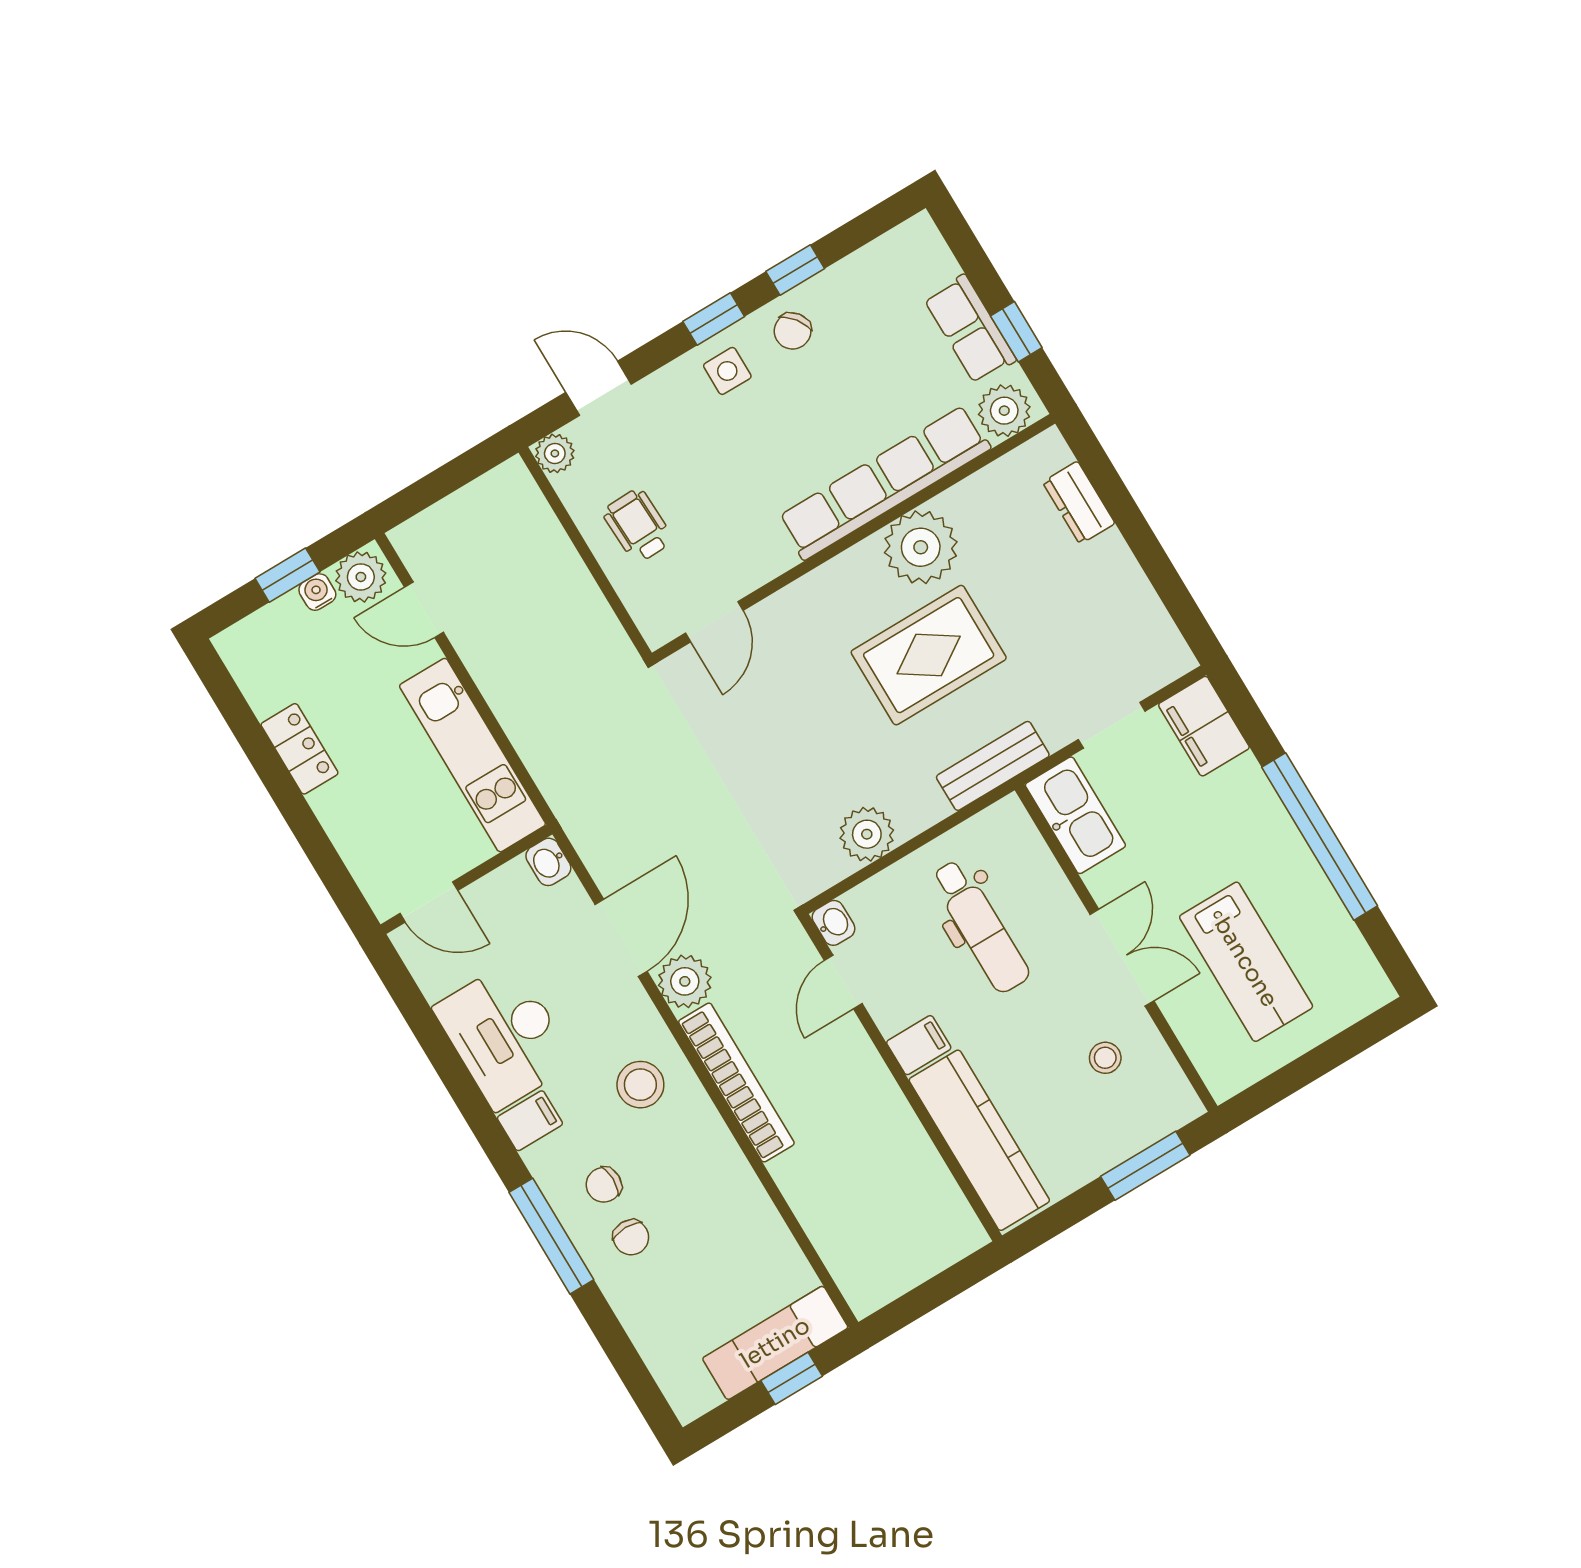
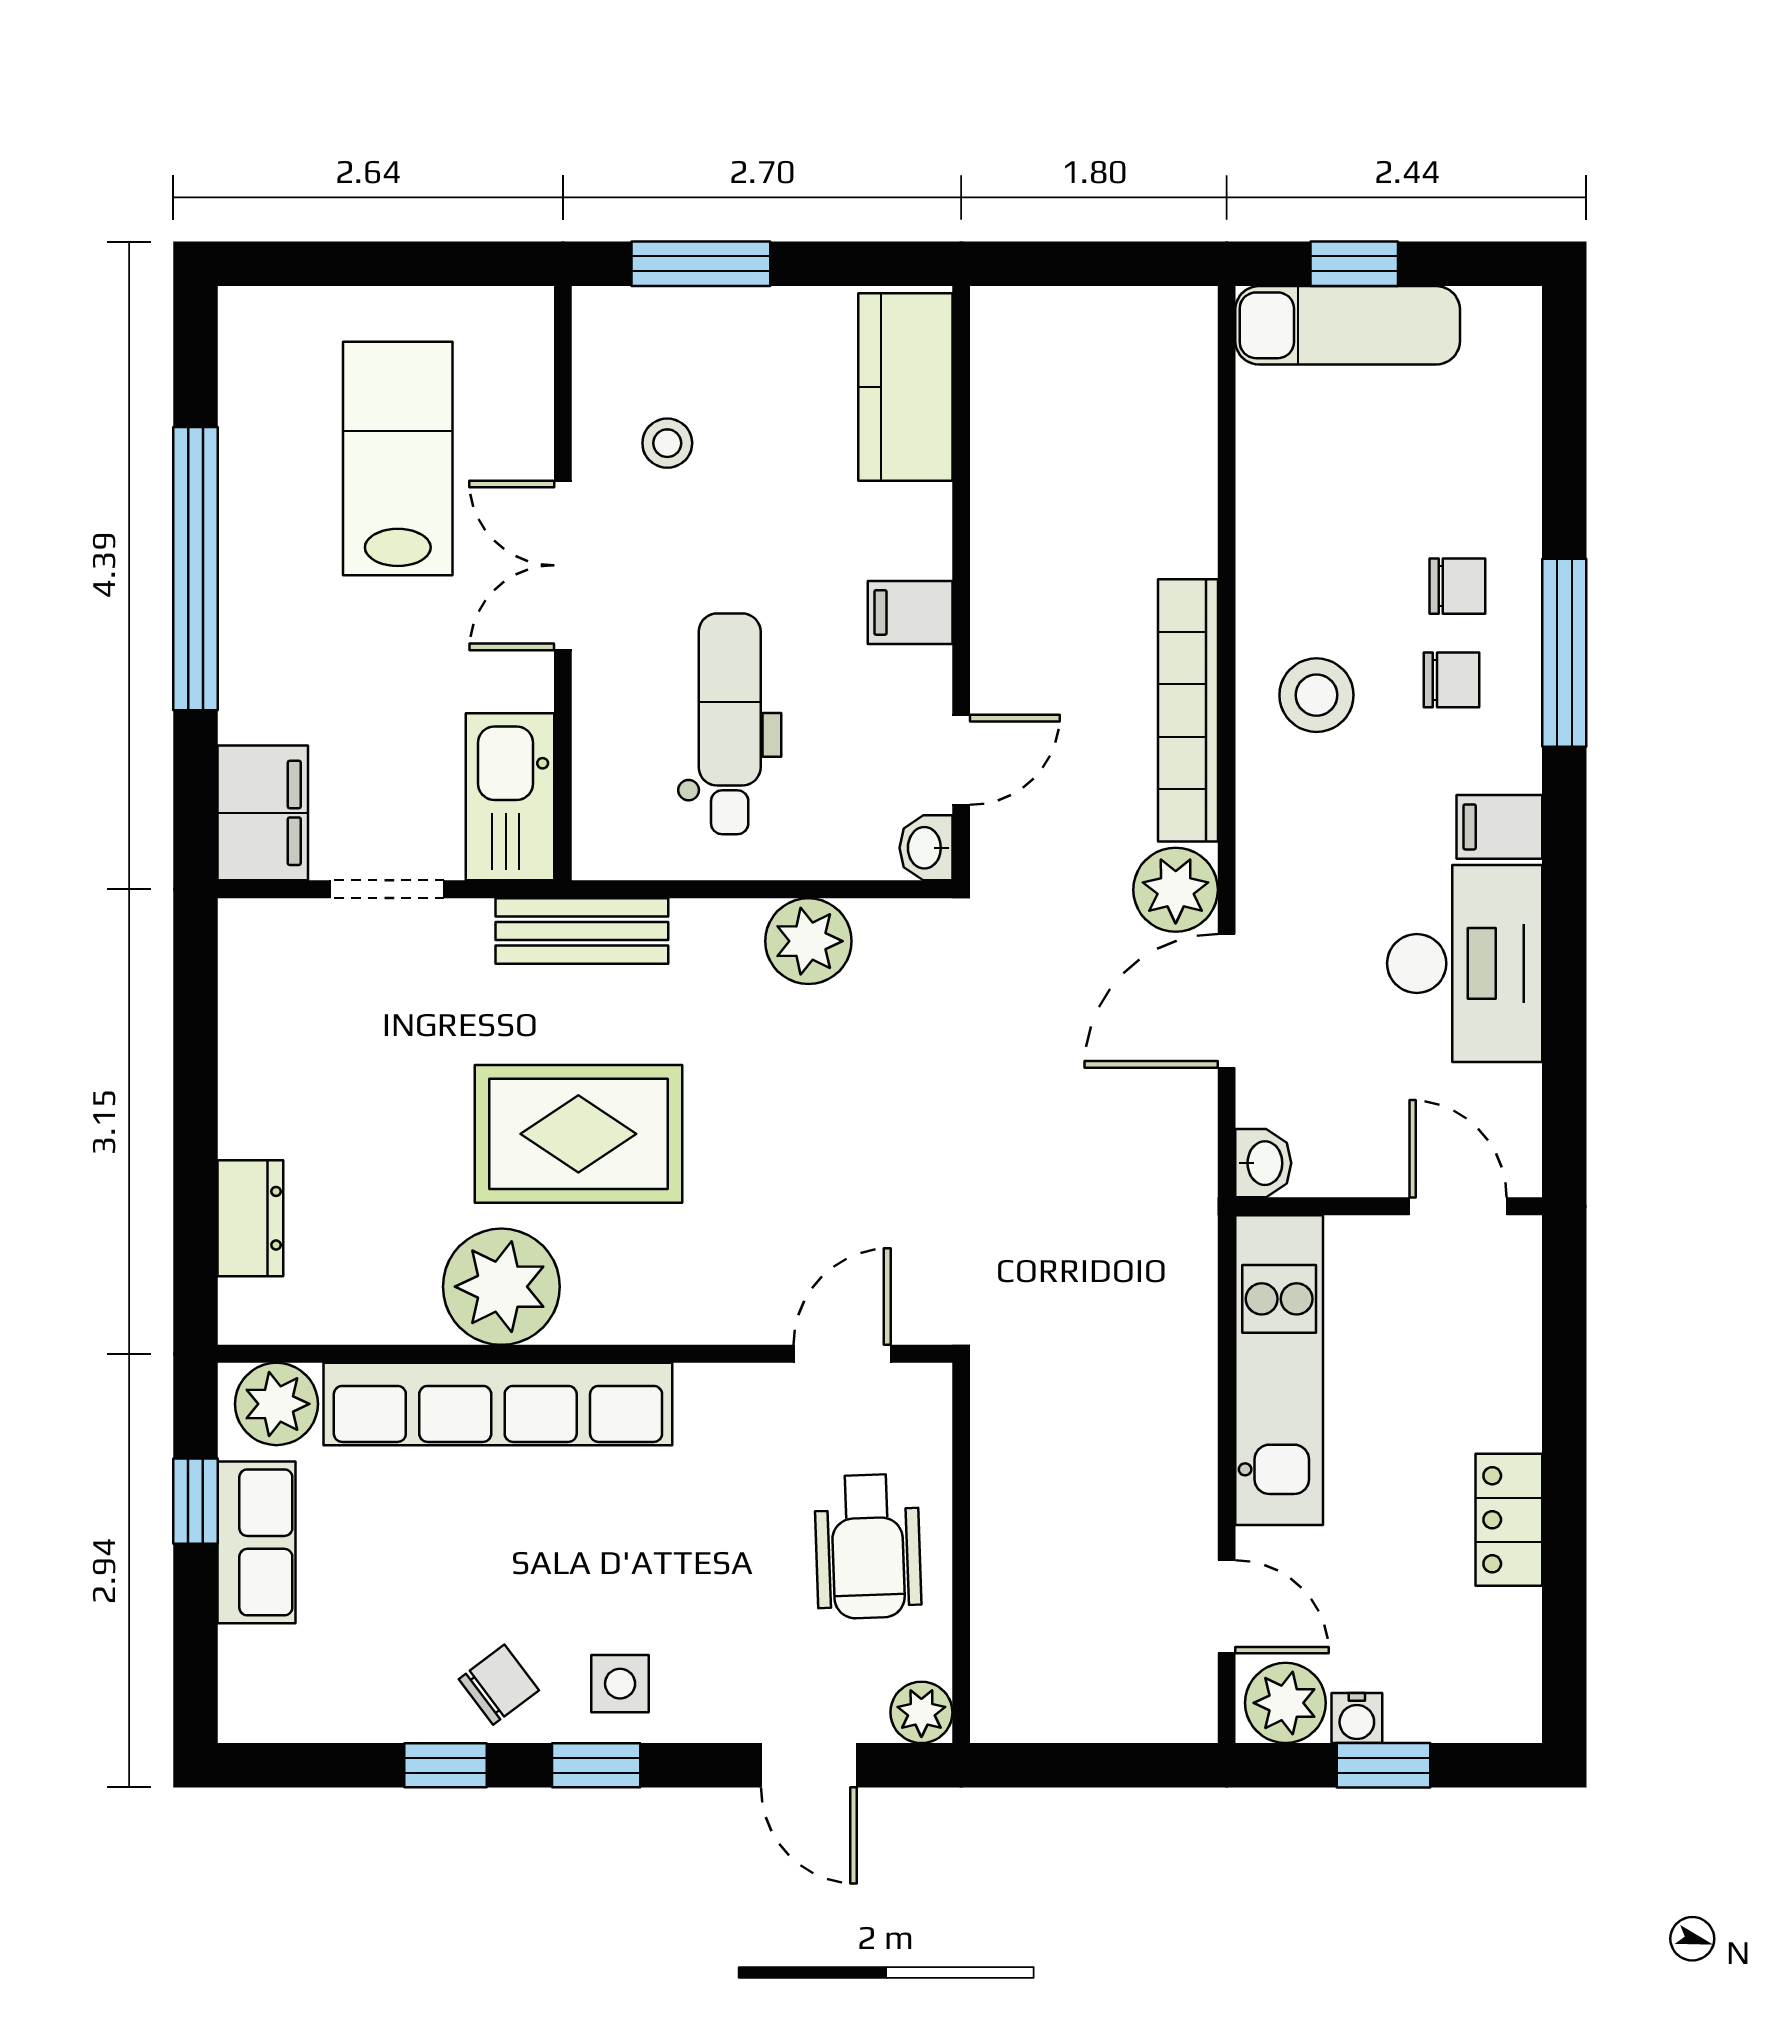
wheelchair: (638, 526) -> (868, 1547), width x1.36, depth x1.37
stool: (640, 1085) -> (1316, 695), moved
kitchen counter: (979, 1140) -> (905, 387), width x0.67
chair: (631, 1237) -> (1457, 586), turned 90

